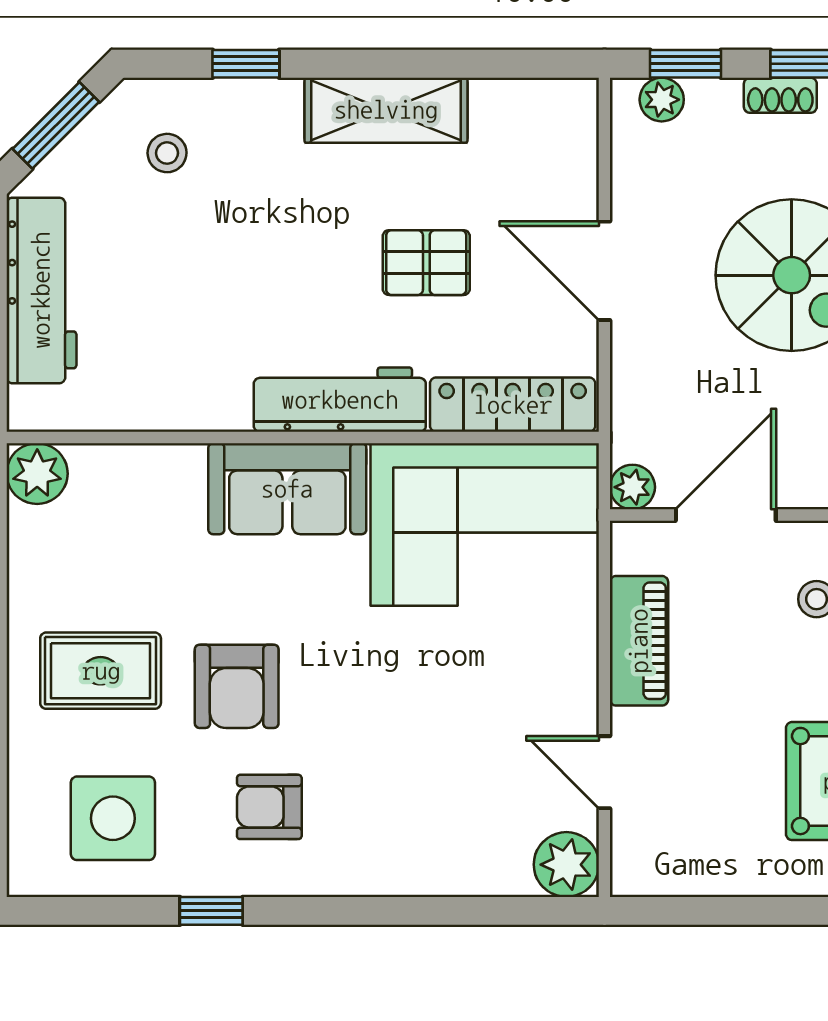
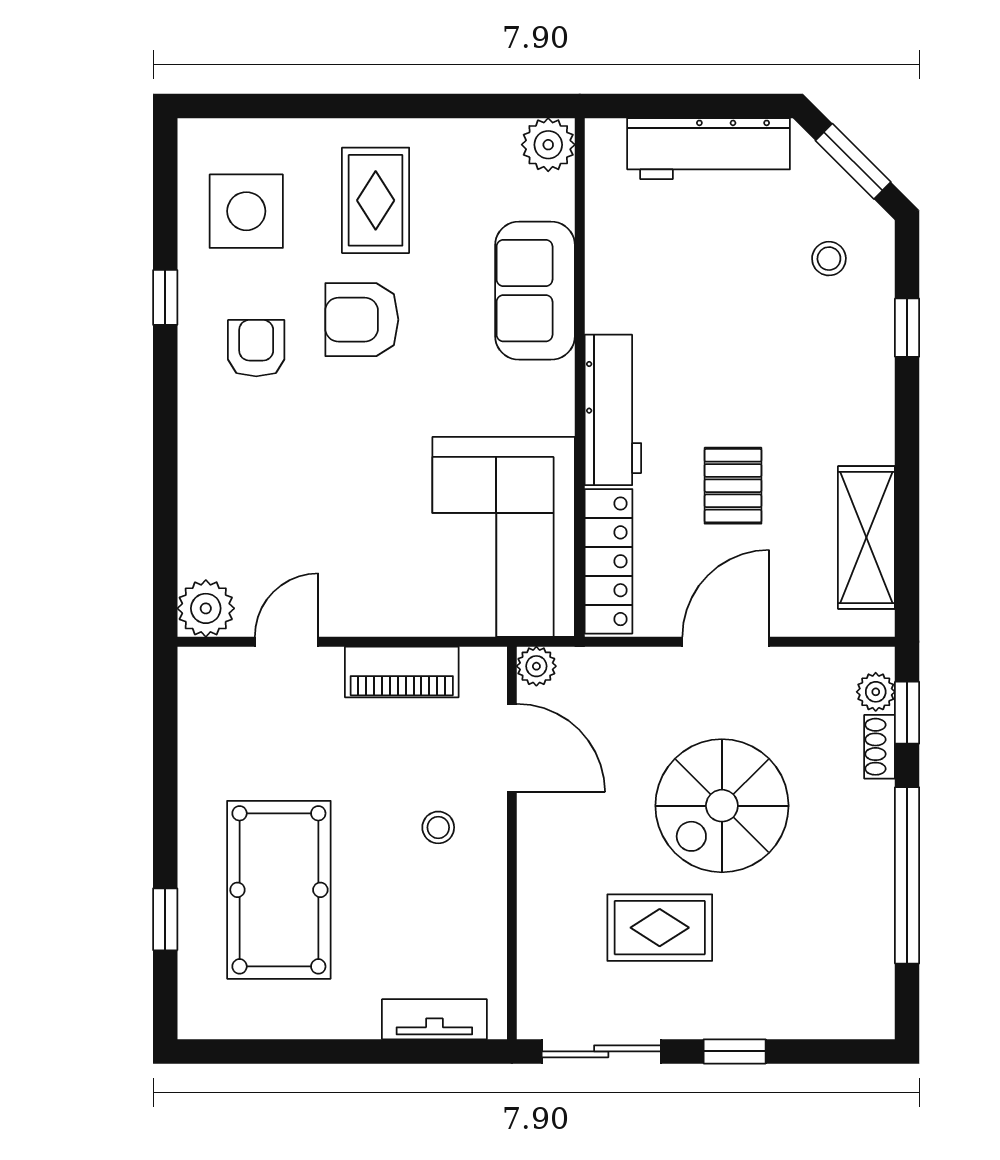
shoe rack: (780, 95) -> (879, 747), moved
shelving: (386, 110) -> (866, 538), moved
sofa: (287, 489) -> (535, 291), moved

